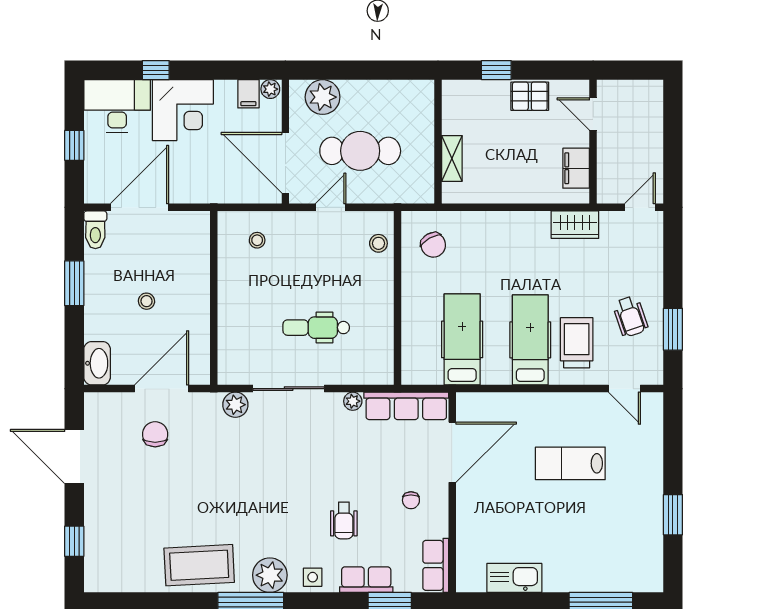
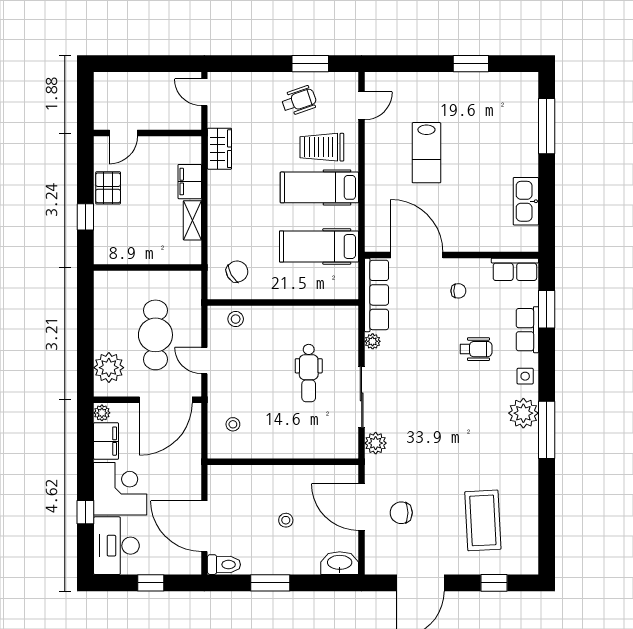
filing cabinet: (248, 94) -> (106, 441), width x2.00
shelving: (452, 158) -> (192, 220), moved, turned 90
filing cabinet: (576, 168) -> (190, 182), moved, turned 90
coffee table: (199, 565) -> (483, 520), moved

